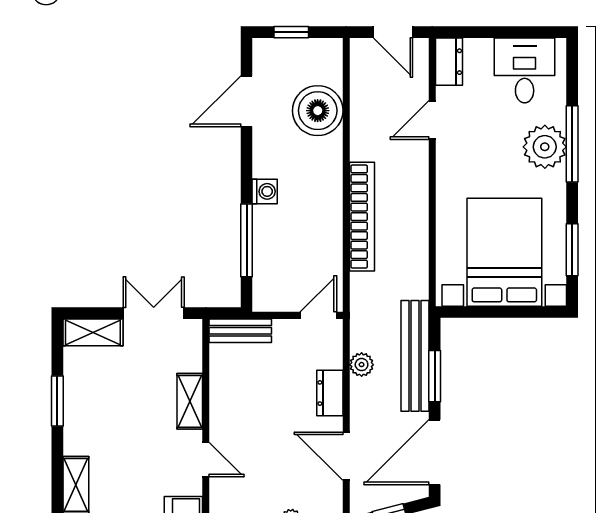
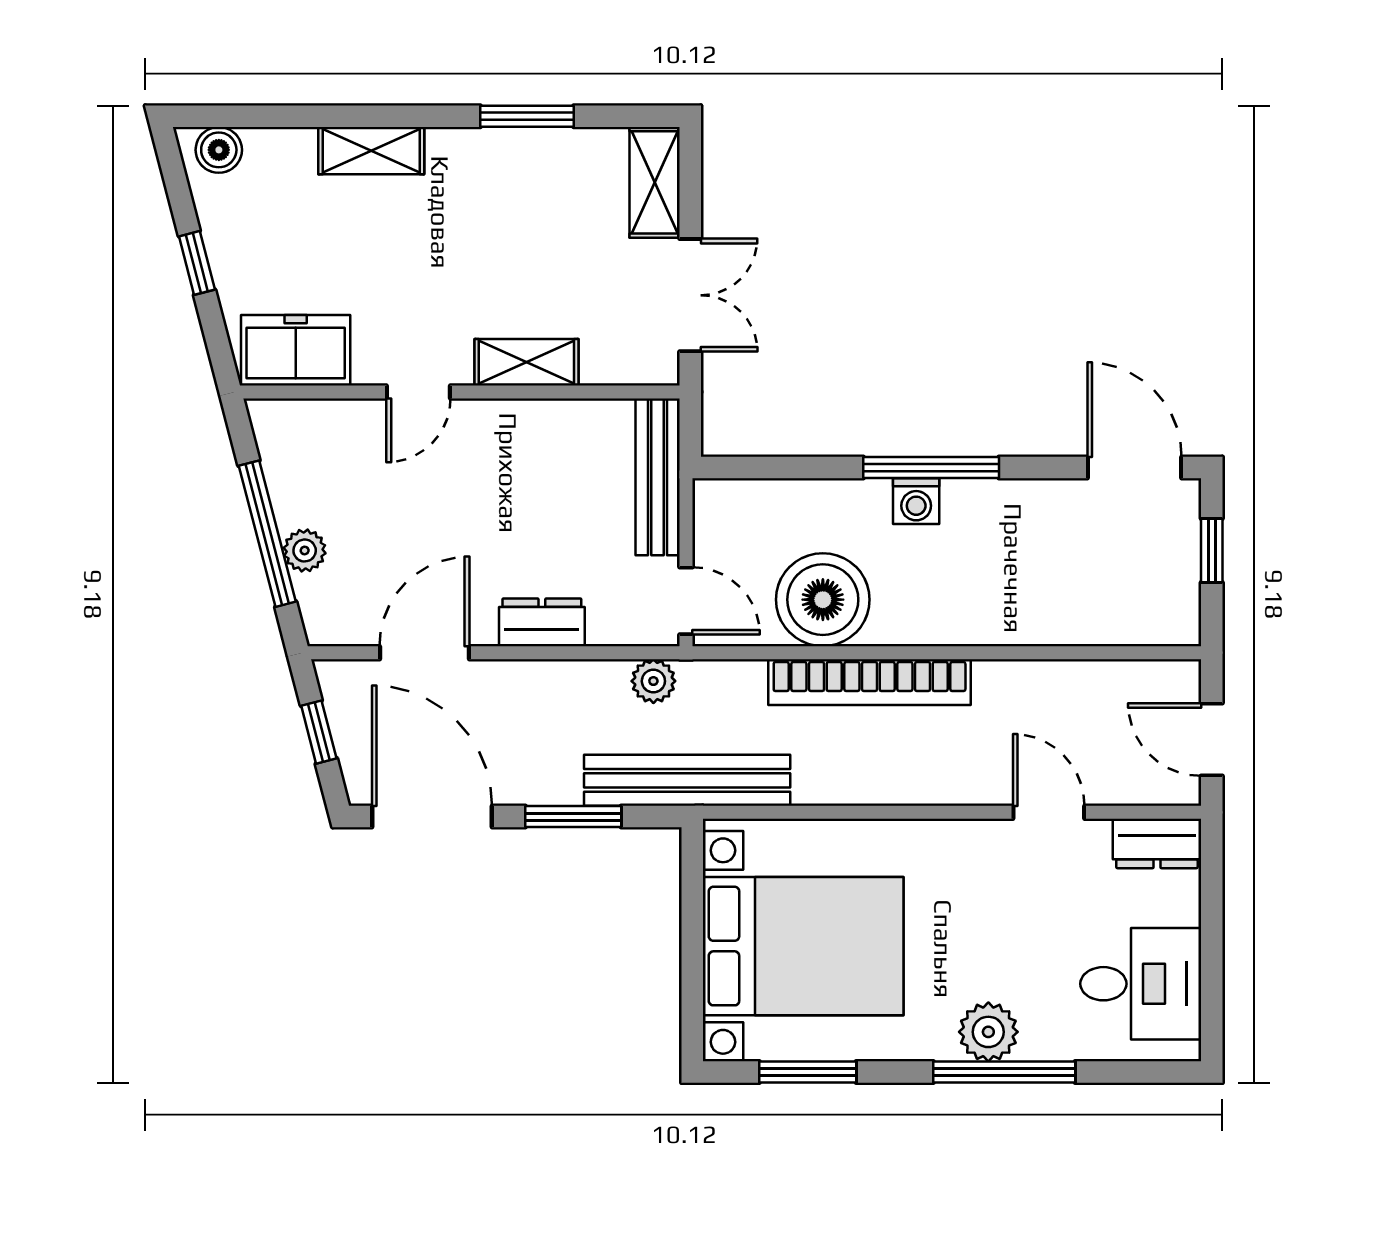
door: (393, 32) -> (1212, 740), hinge flipped
door: (247, 101) -> (1135, 467), moved
boiler: (318, 111) -> (823, 600), moved
plant: (545, 147) -> (988, 1032), width x0.73, depth x0.73
window: (247, 240) -> (931, 467), moved
bench: (240, 331) -> (658, 477), width x1.36
bench: (415, 356) -> (687, 780), moved
plant: (362, 365) -> (653, 681), moved

